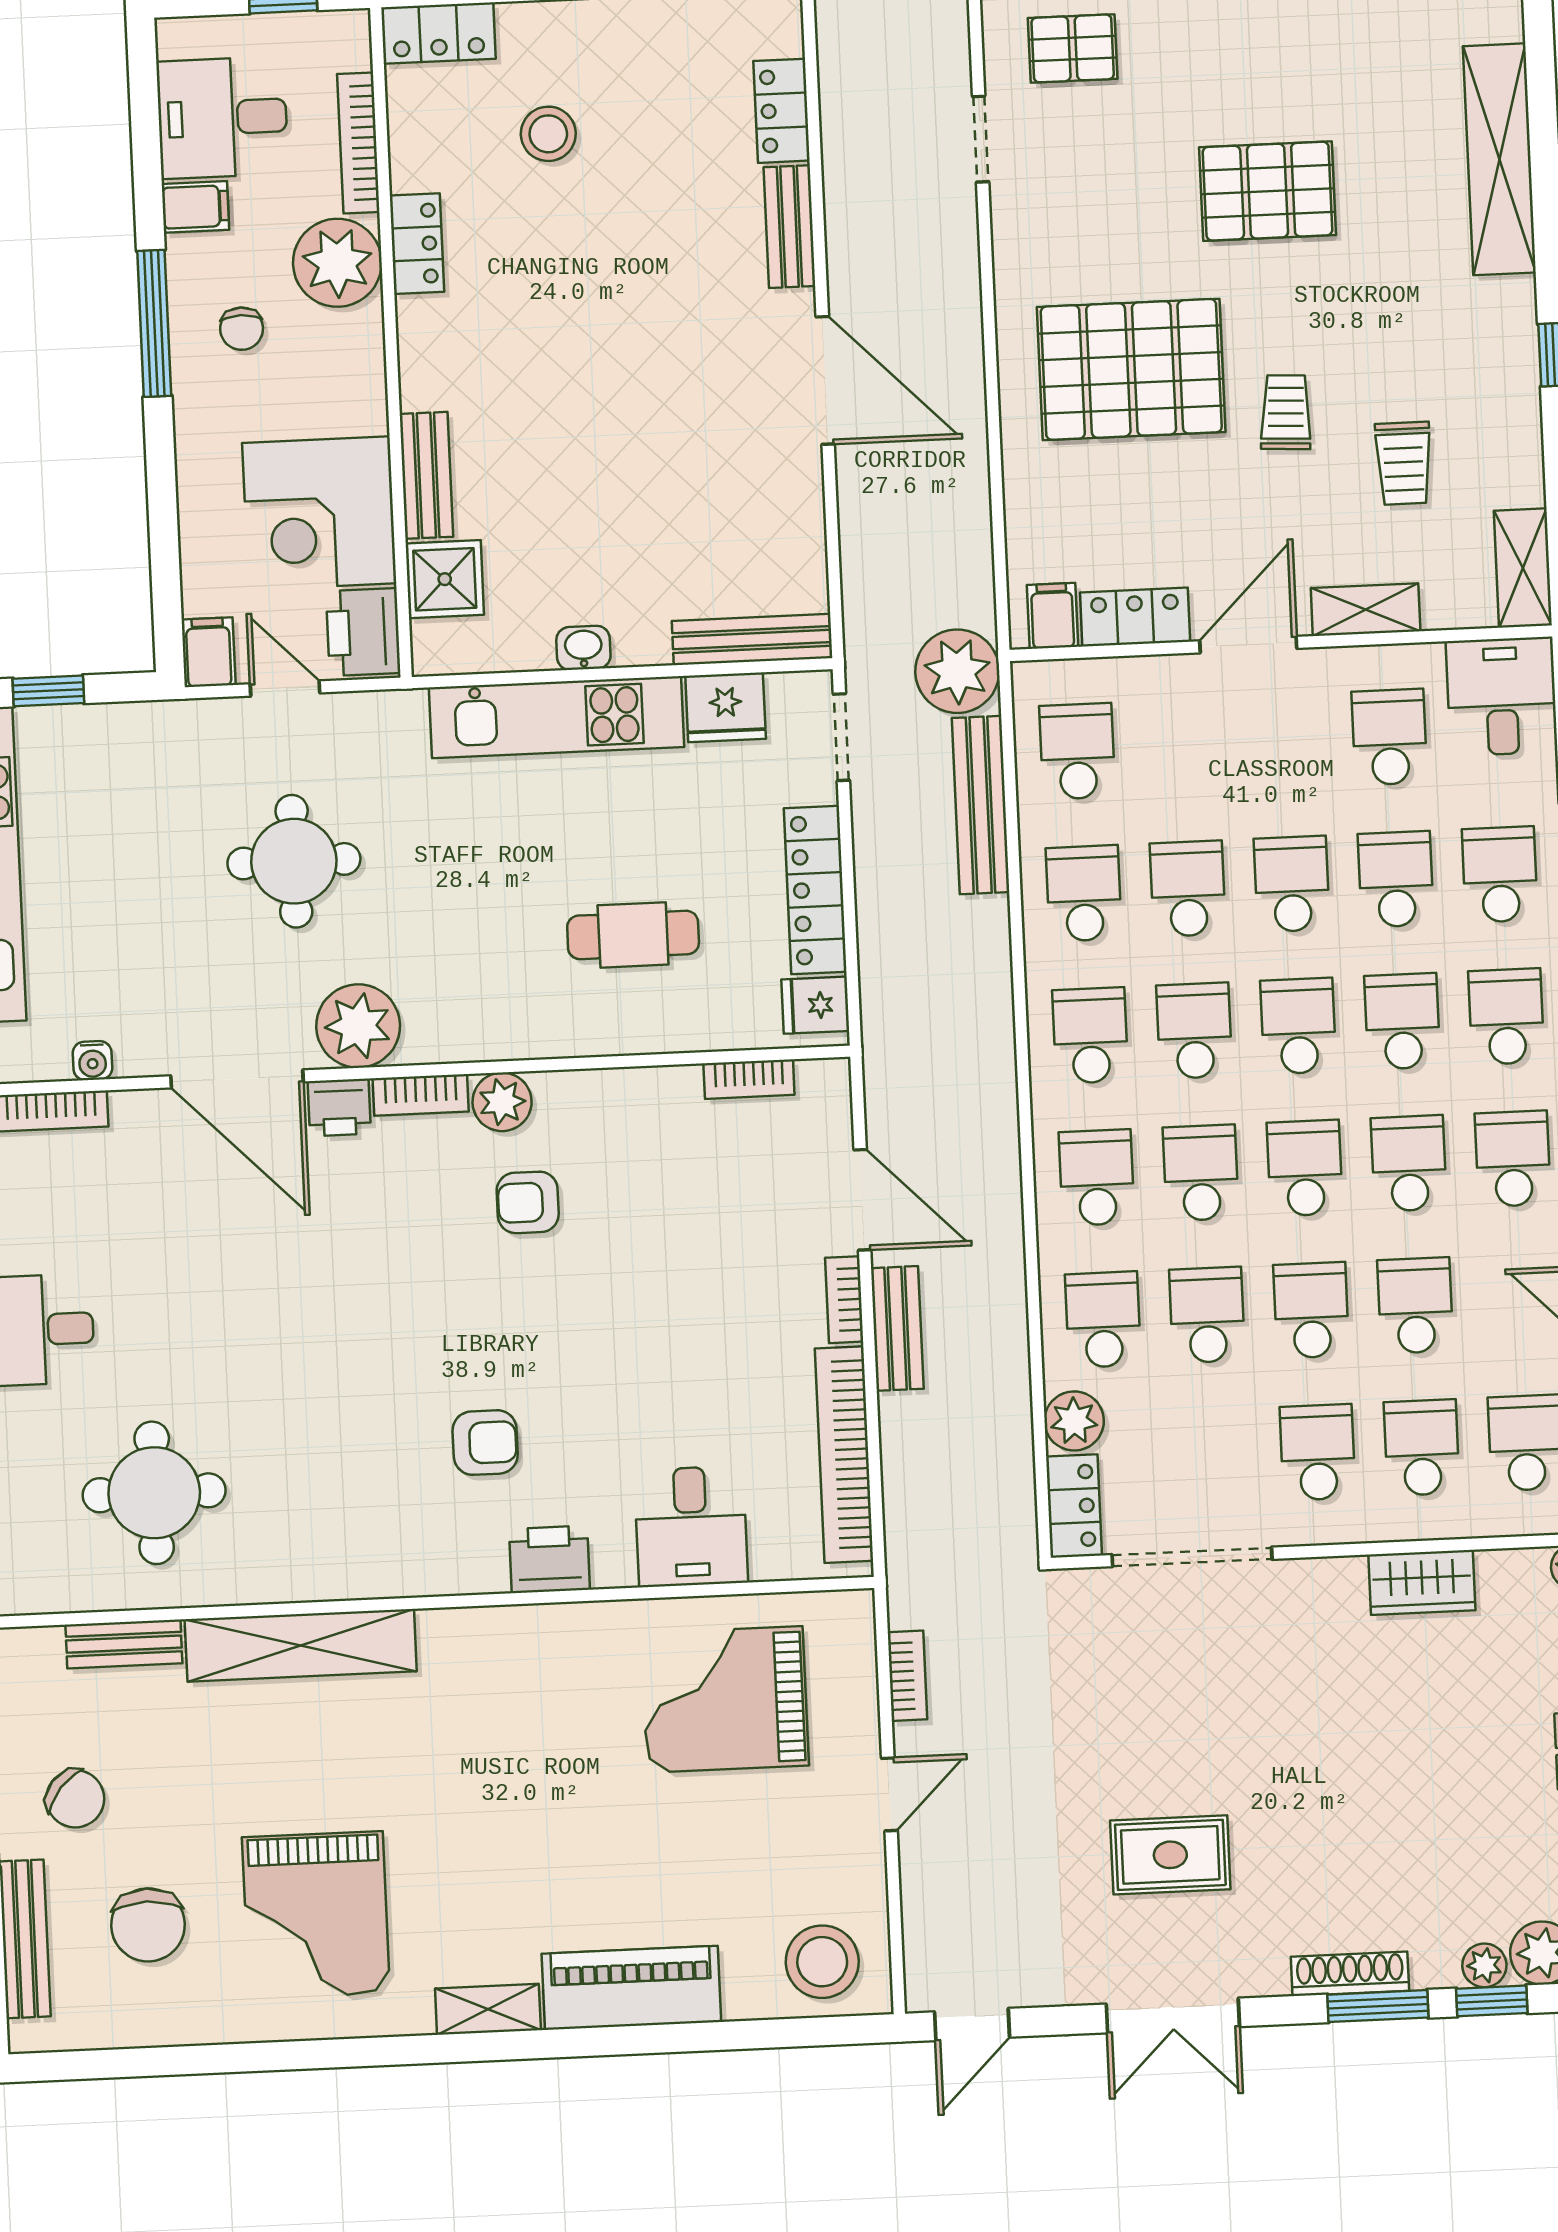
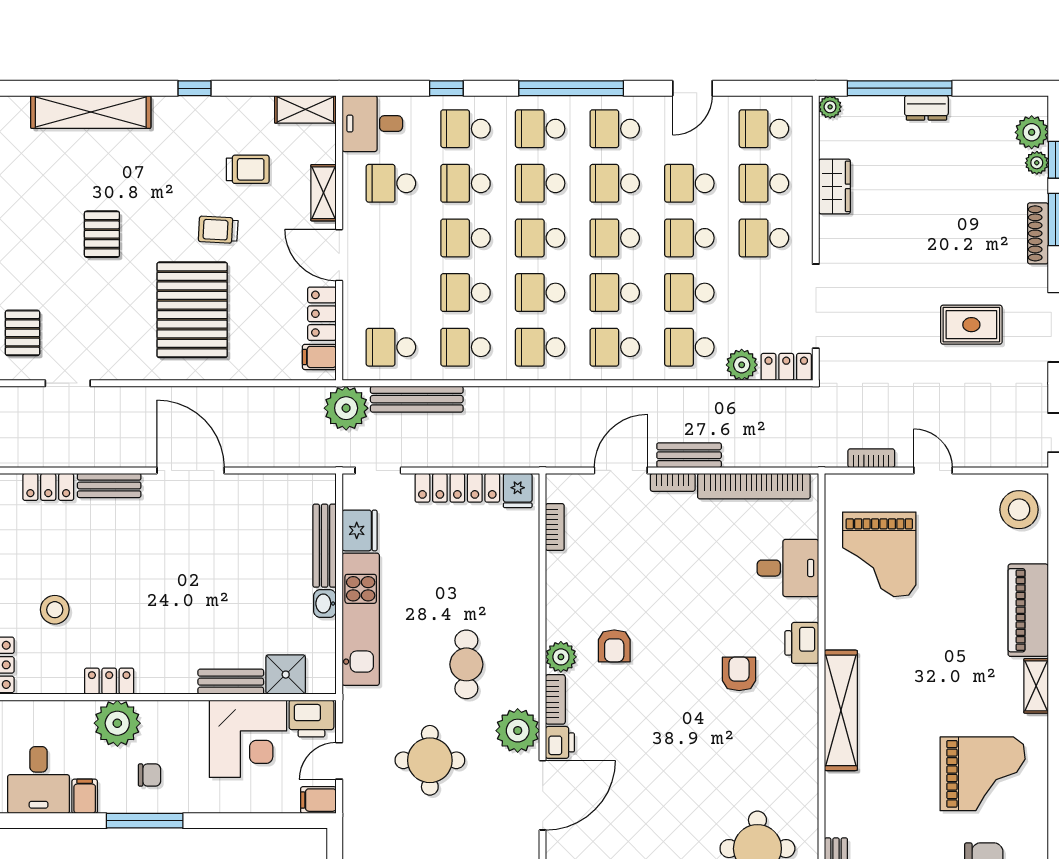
bookcase: (358, 143) -> (55, 709), removed
pallet: (1268, 191) -> (102, 234), width x0.67, depth x0.71
door: (825, 380) -> (191, 470), hinge flipped
bench: (752, 639) -> (325, 546), moved
cafe table: (633, 935) -> (466, 664), moved
shelving: (301, 1645) -> (841, 710), moved
rug: (1170, 1855) -> (971, 325), turned 90

